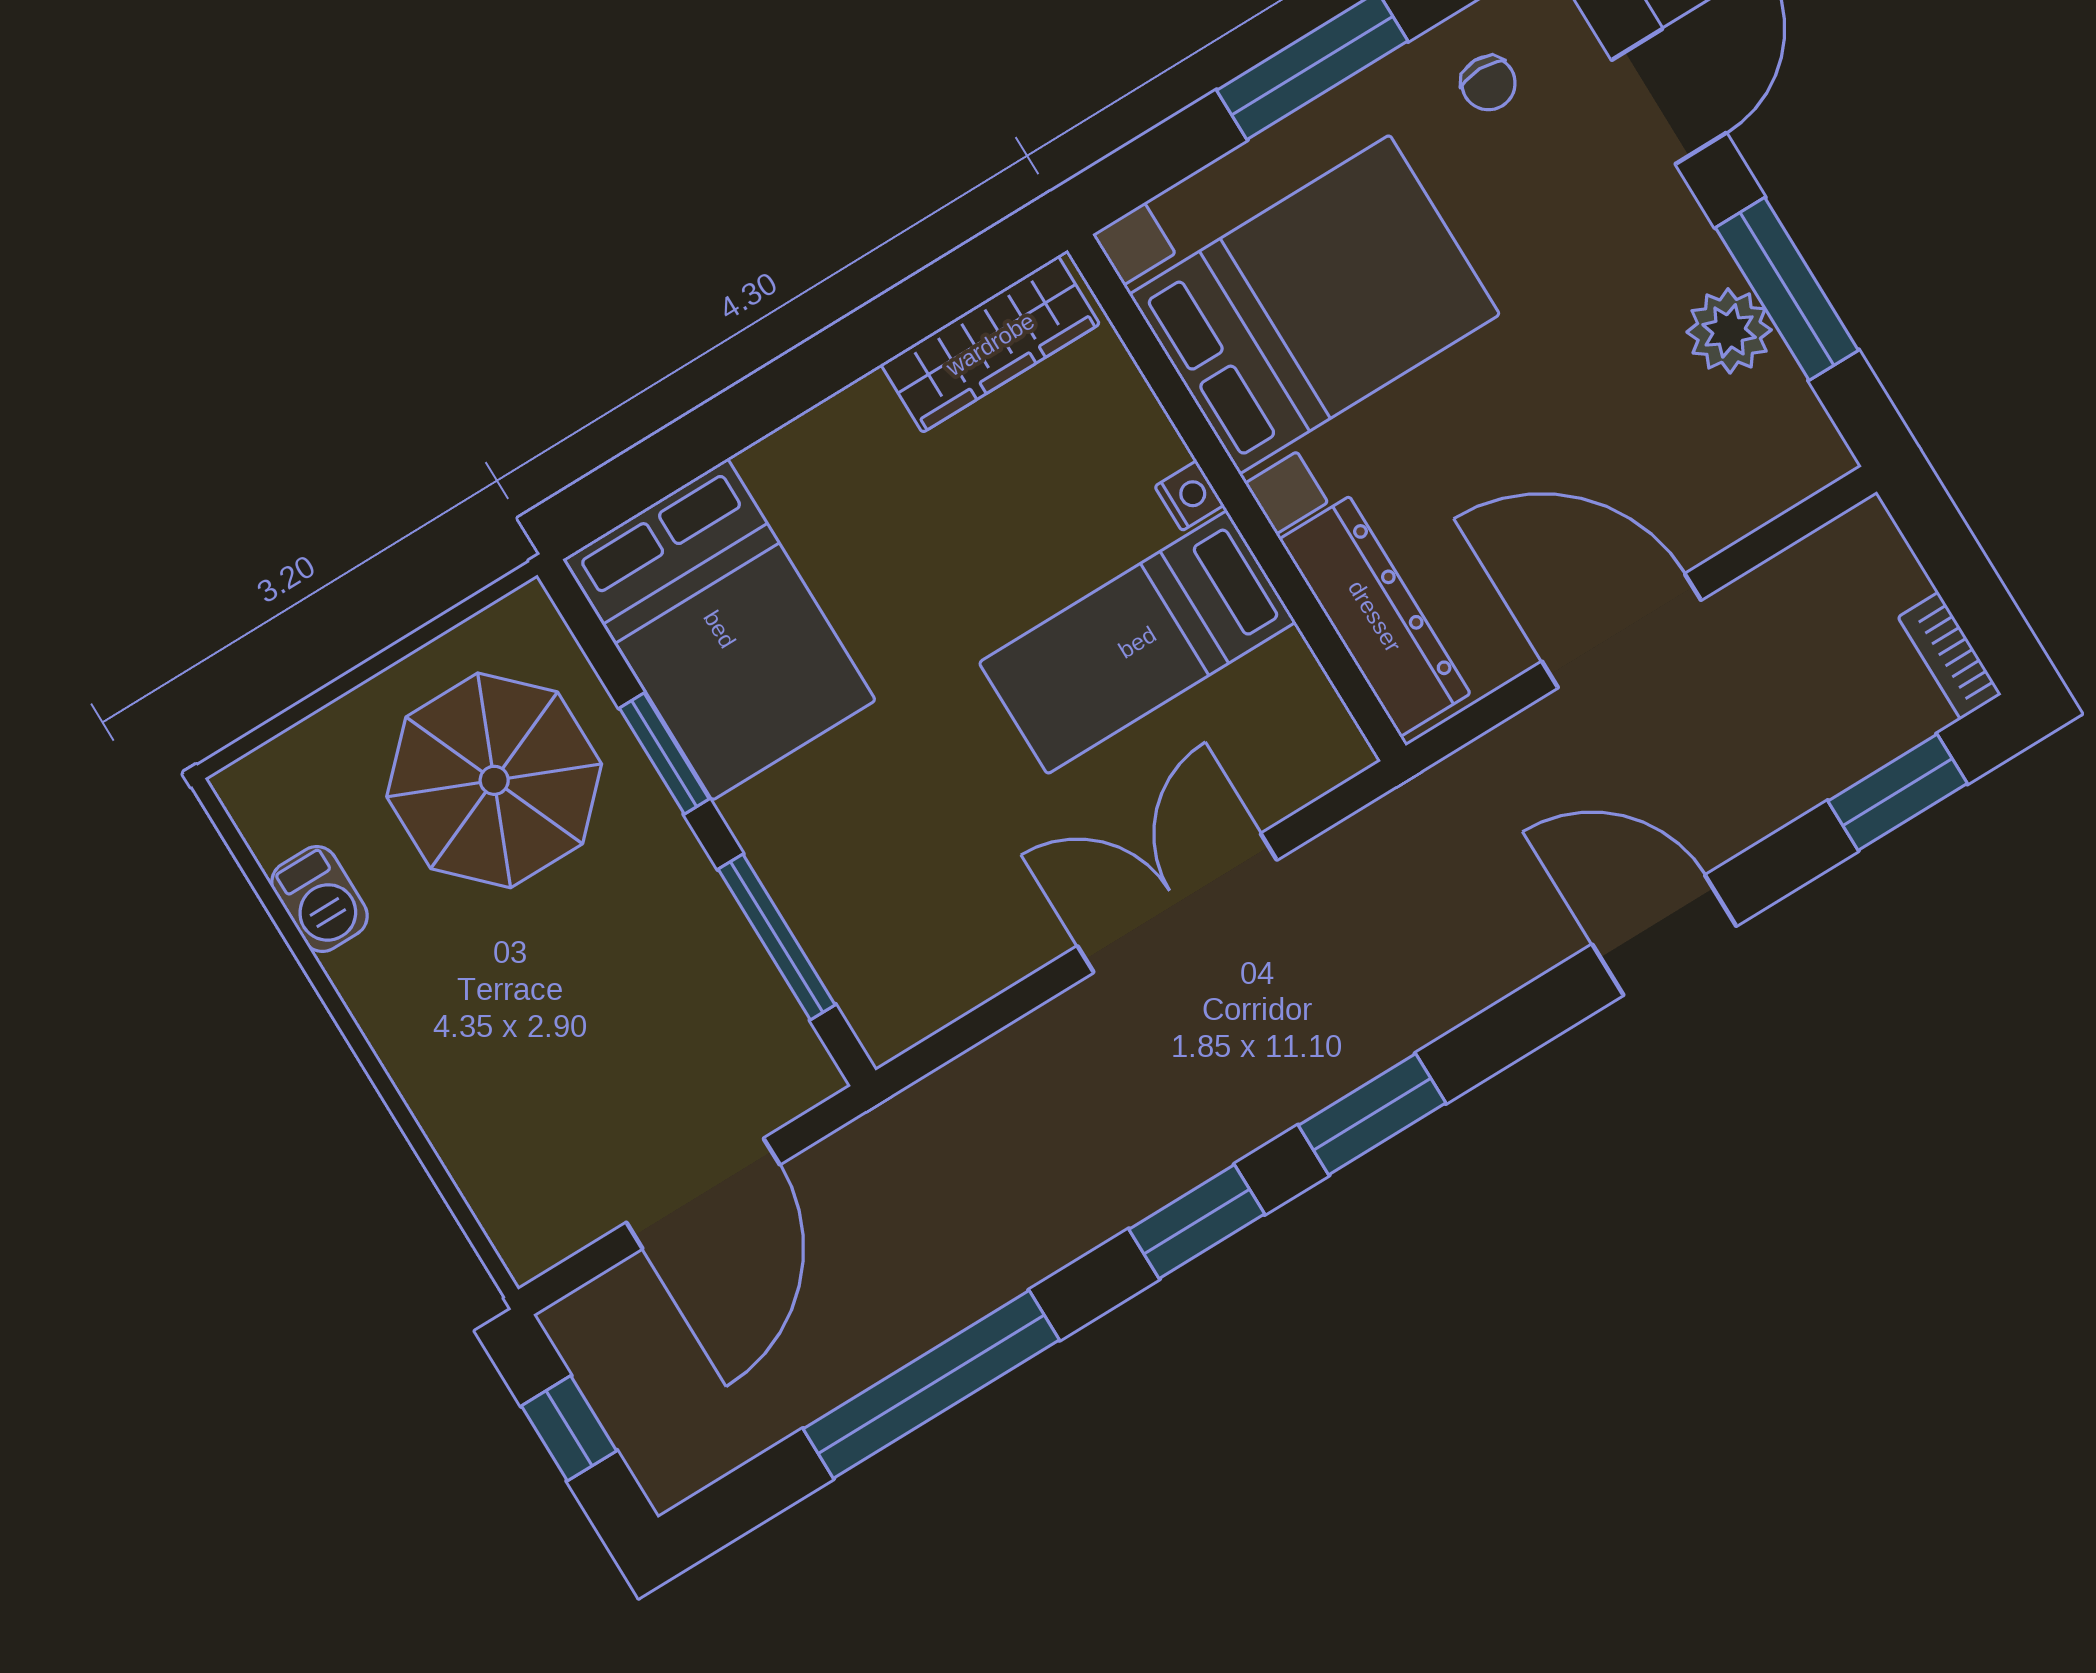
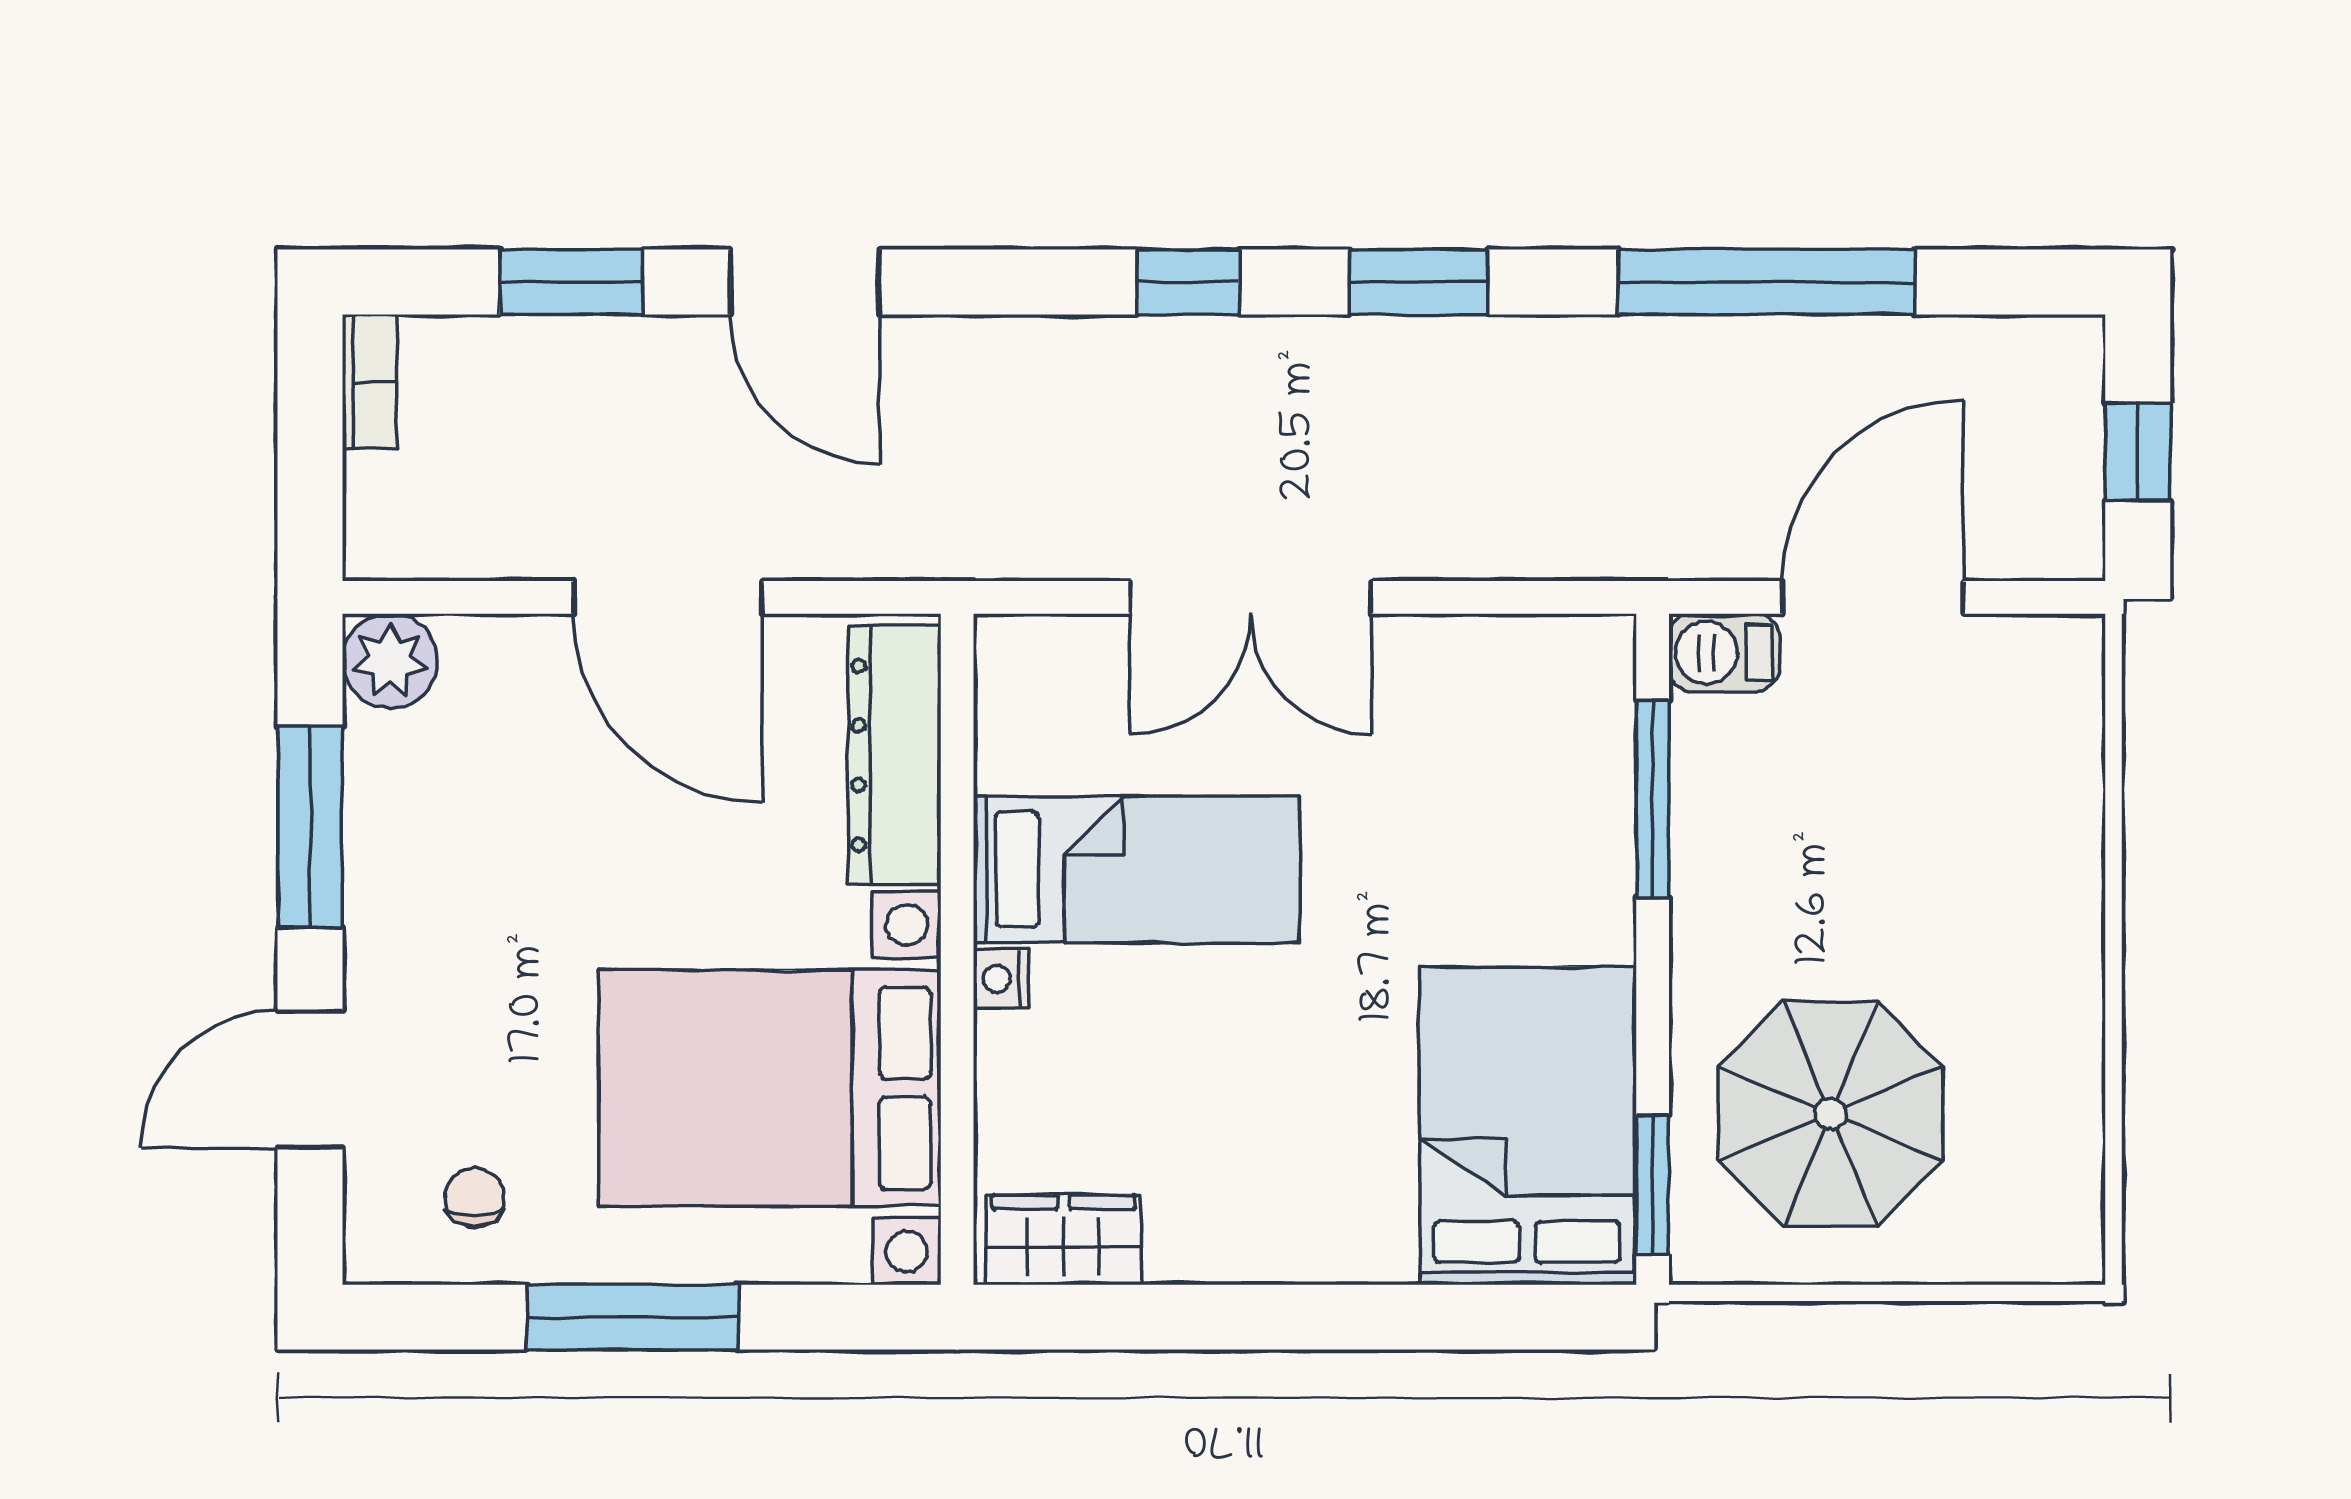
plant: (1729, 331) -> (390, 661), moved
wardrobe: (990, 344) -> (1064, 1240), width x0.67
window: (664, 754) -> (1653, 1185), moved
window: (1898, 792) -> (571, 282), moved
barbecue: (320, 899) -> (1724, 653), moved, turned -90
window: (1372, 1114) -> (1188, 282), width x0.67

